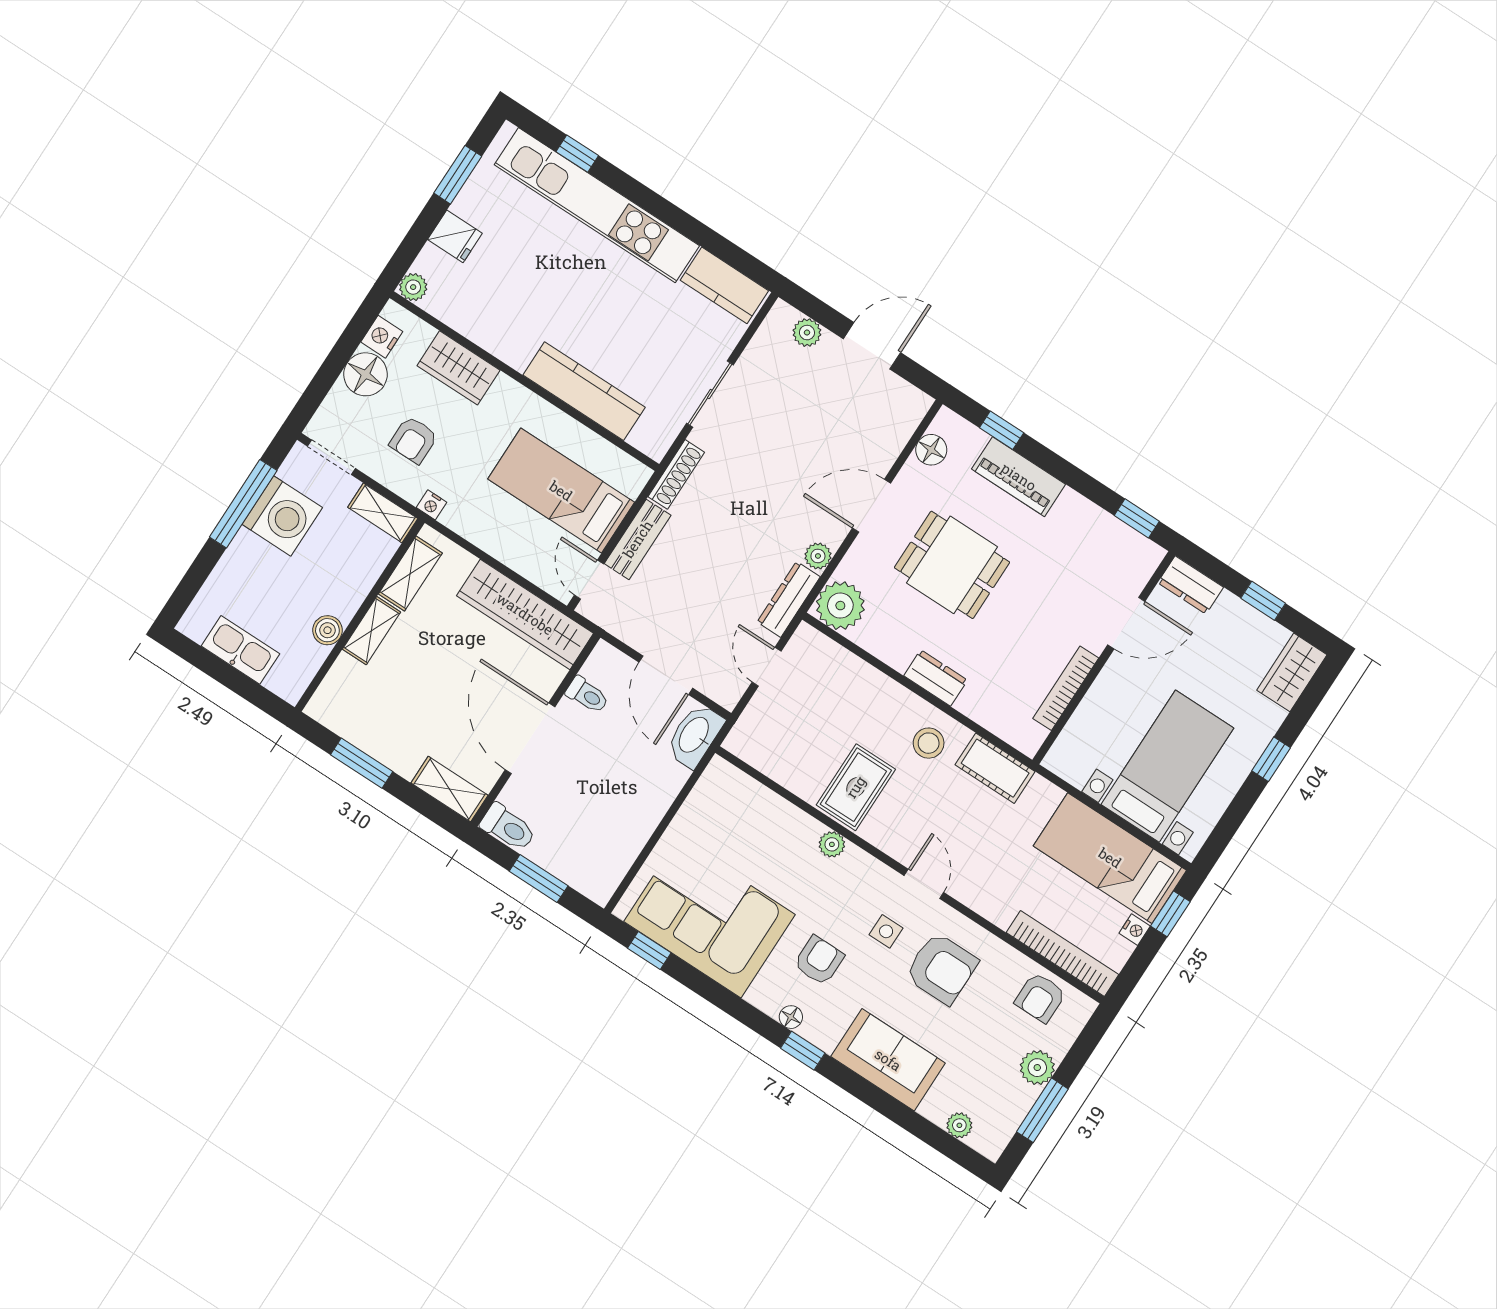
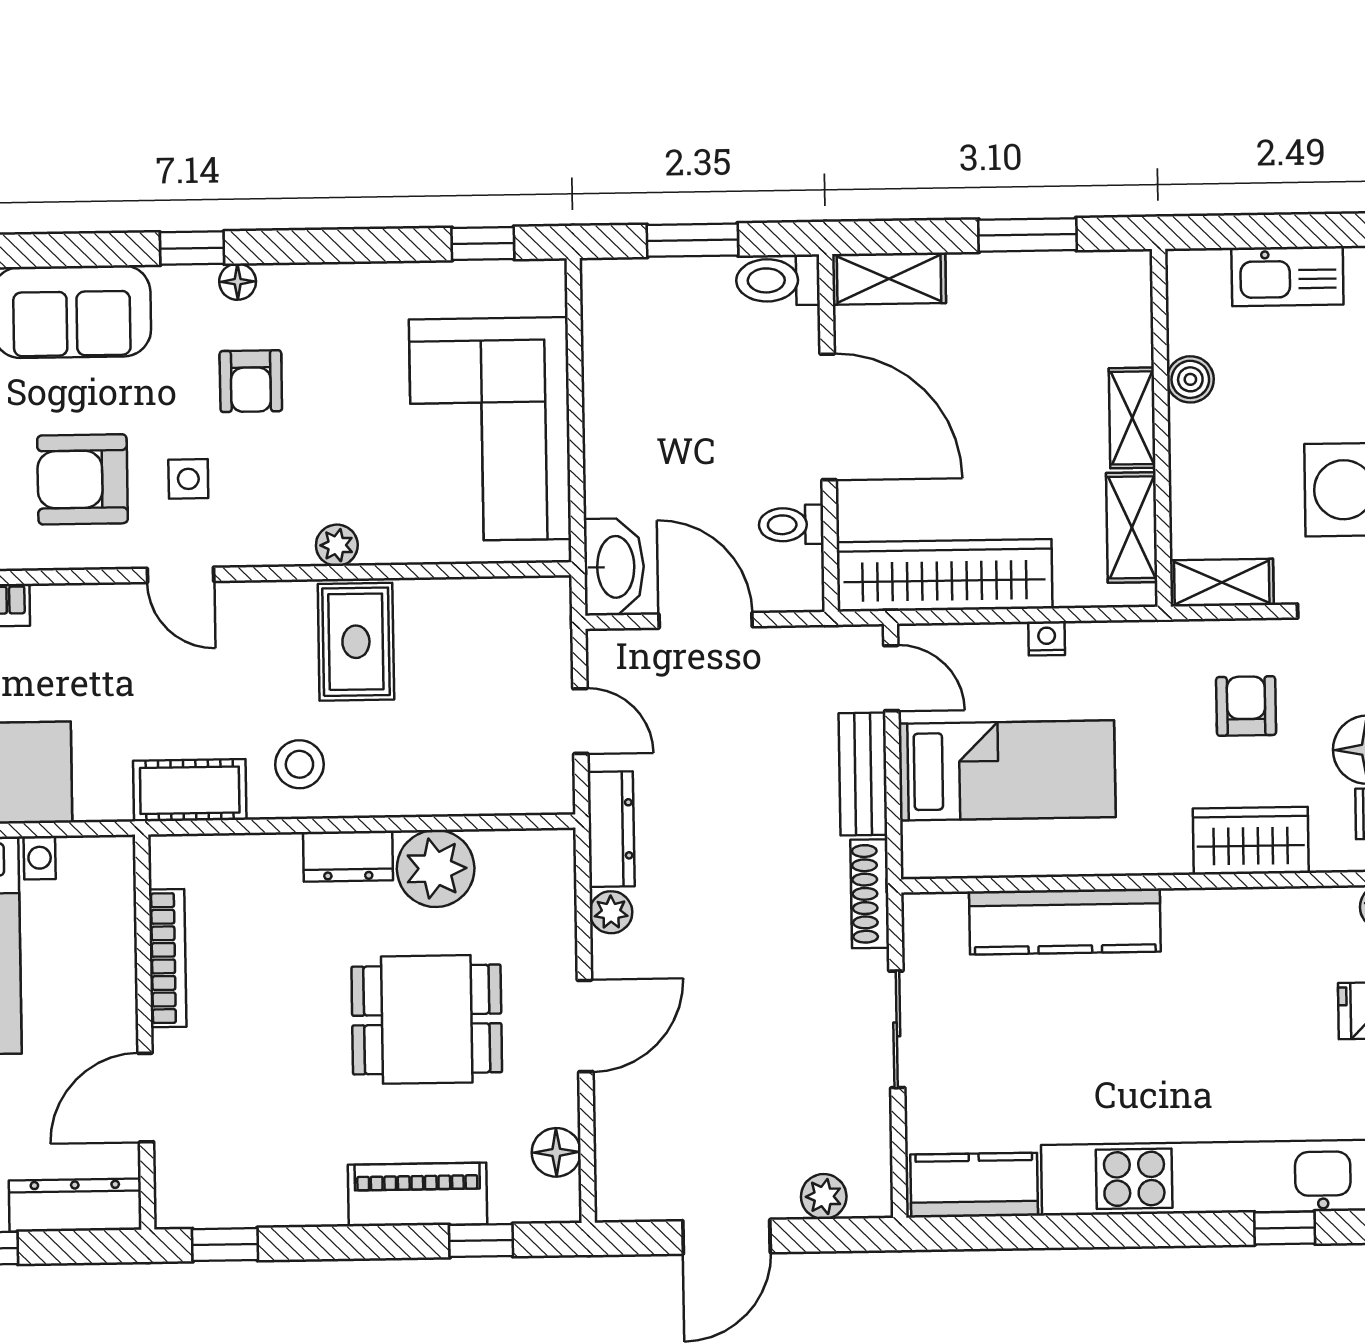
nightstand: (432, 505) -> (1047, 638), moved
dresser: (1191, 585) -> (75, 1205), width x1.44
plant: (840, 606) -> (436, 868), moved
corner sofa: (710, 918) -> (490, 429), moved, turned 90

